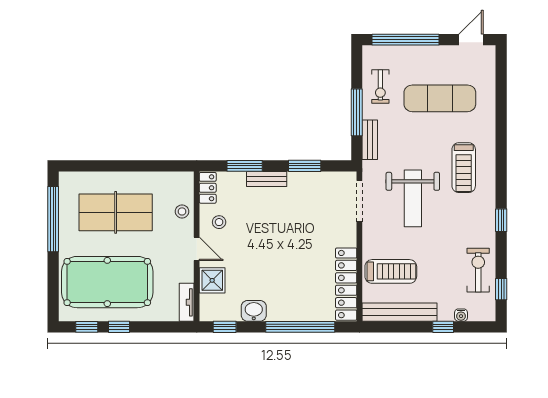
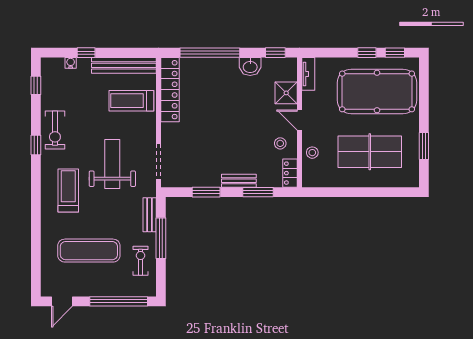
window: (53, 219) -> (424, 146), width x0.47
exercise bike: (478, 270) -> (55, 130), moved

